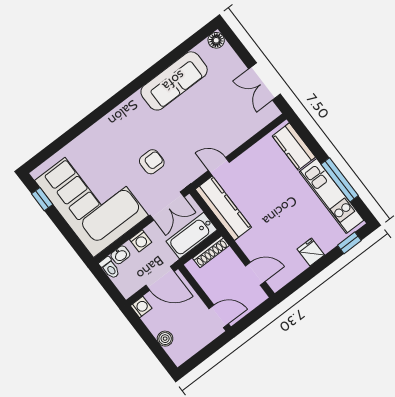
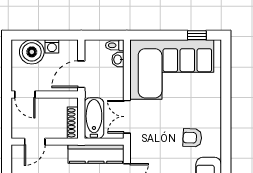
armchair: (152, 162) -> (192, 138), moved, turned 92
washing machine: (141, 241) -> (117, 80), removed
washing machine: (141, 307) -> (52, 46), moved
door: (219, 316) -> (25, 94), hinge flipped
boiler: (165, 339) -> (32, 52), width x1.86, depth x1.86

